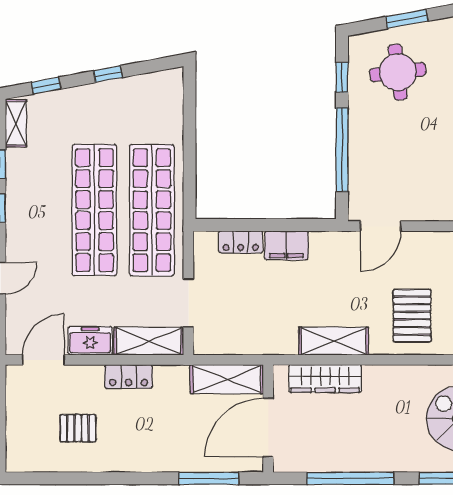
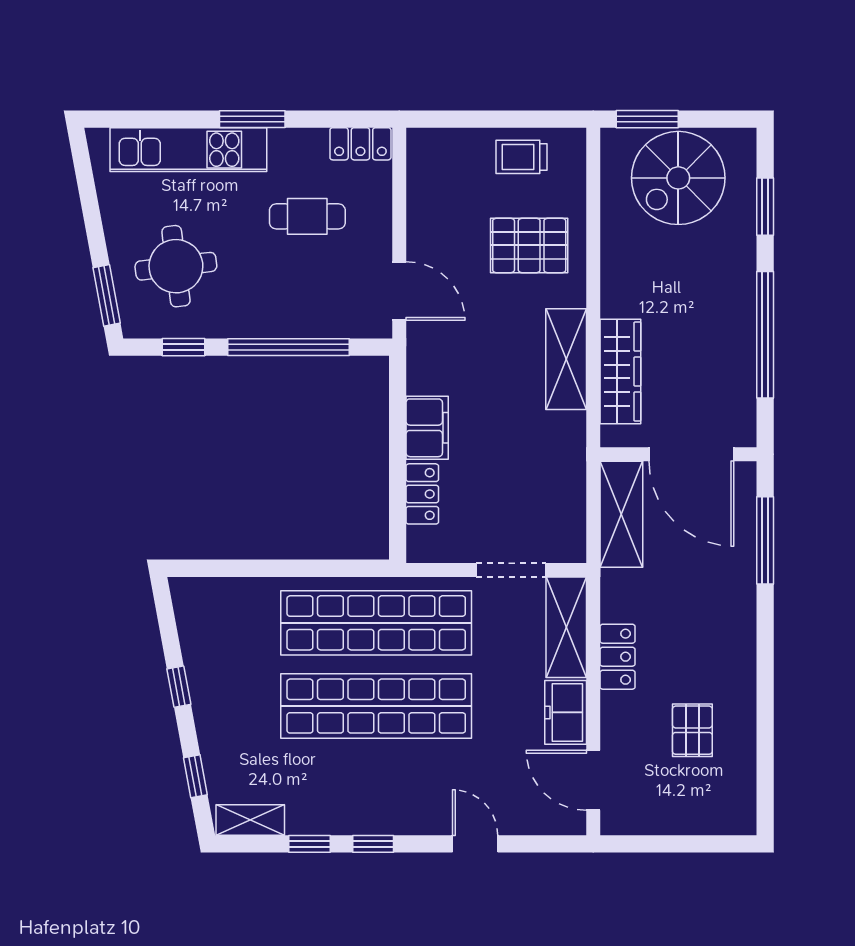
window: (407, 19) -> (107, 295), moved
cafe table: (432, 163) -> (307, 216), added

